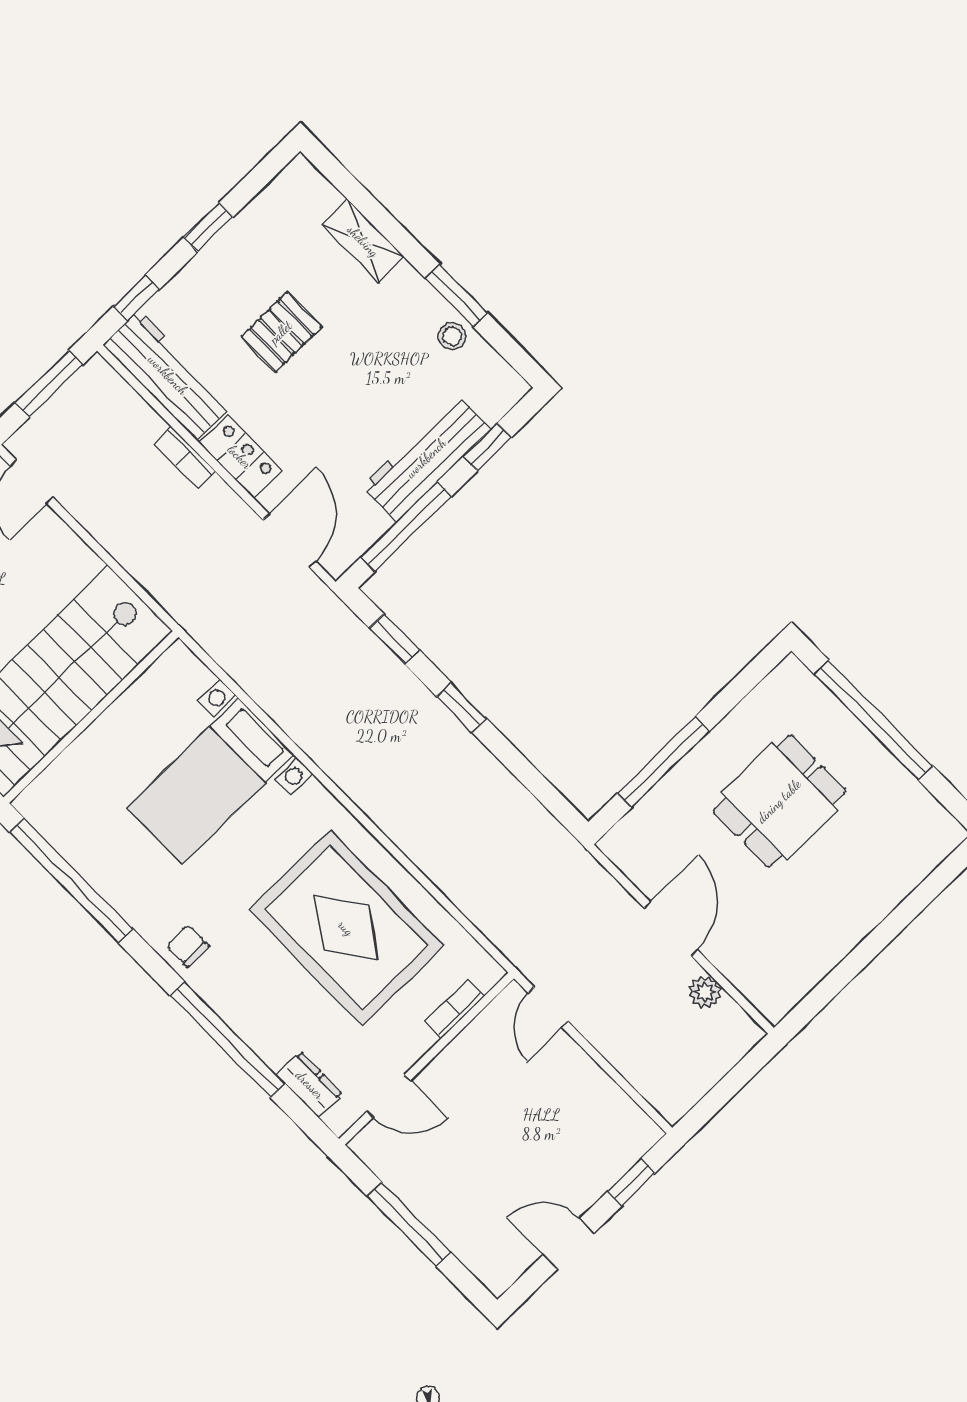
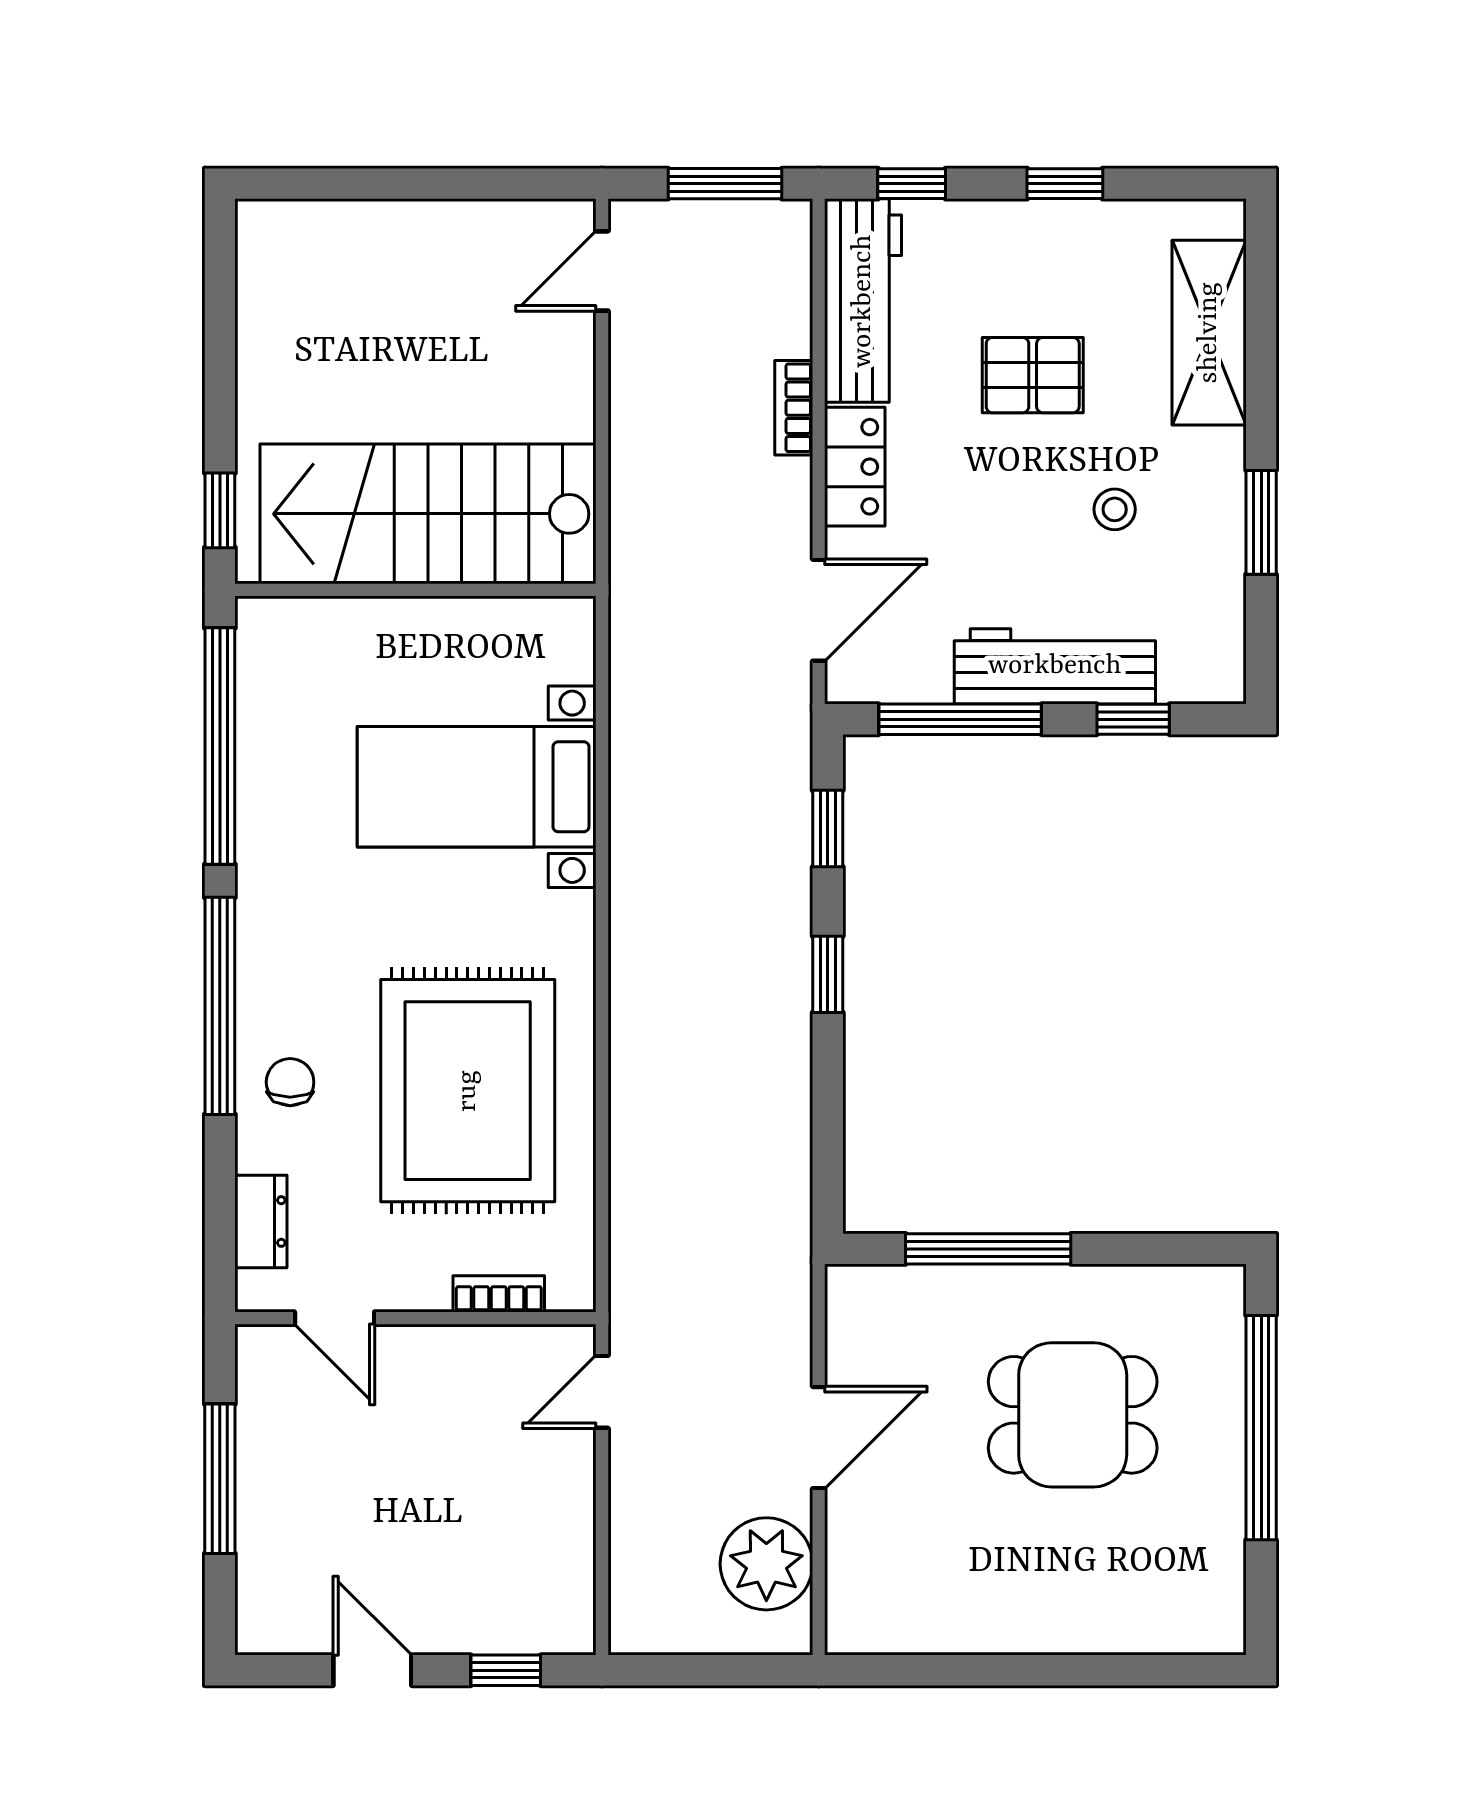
shelving: (363, 241) -> (1209, 333), width x1.50, depth x1.33
stool: (452, 336) -> (1115, 509), moved
chair: (188, 946) -> (290, 1082), moved
plant: (705, 992) -> (766, 1564), width x1.88, depth x1.88
window: (228, 1040) -> (220, 1006), moved

